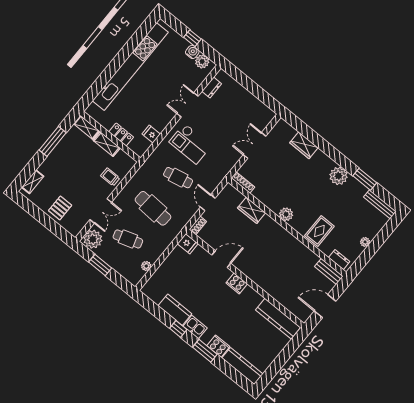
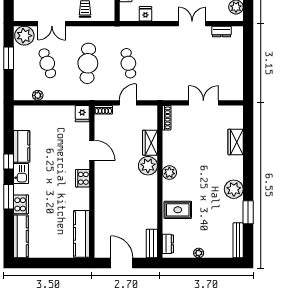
checkout: (190, 144) -> (163, 51), removed
plant: (268, 226) -> (148, 166), added

